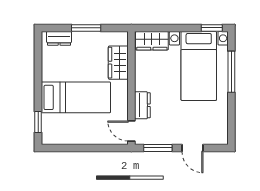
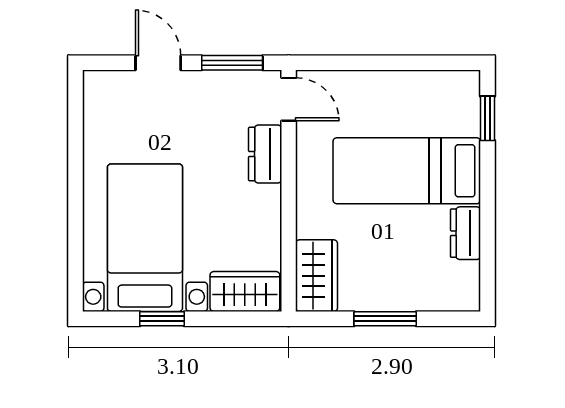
window: (212, 28) -> (162, 319), moved
dresser: (59, 38) -> (466, 233), moved, turned -90
wardrobe: (118, 63) -> (317, 276), moved
window: (231, 72) -> (75, 225), removed

